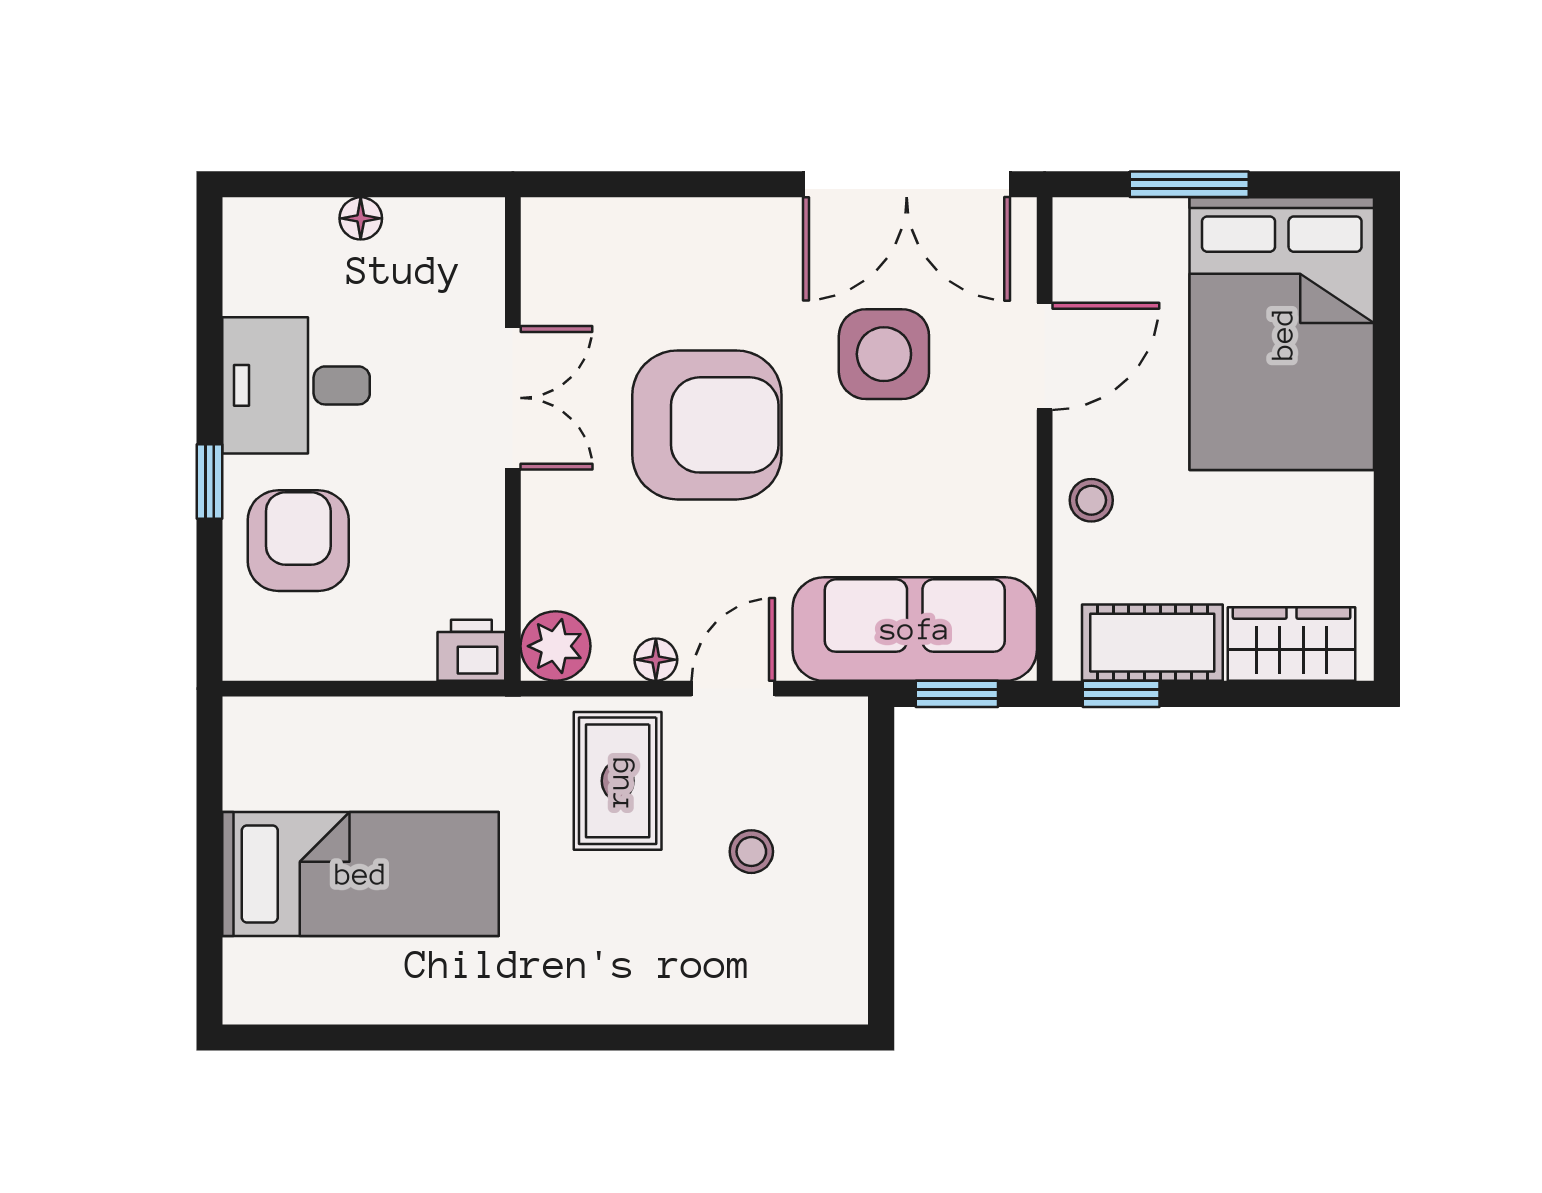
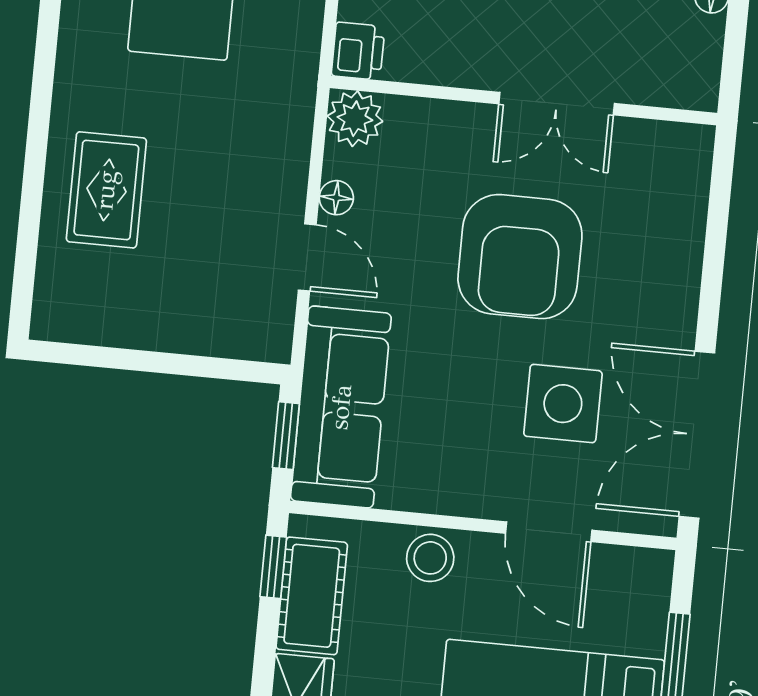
stool: (1091, 500) -> (430, 558), width x1.37, depth x1.37
rug: (618, 781) -> (106, 190), moved, turned 90
stool: (751, 852) -> (176, 259), removed

